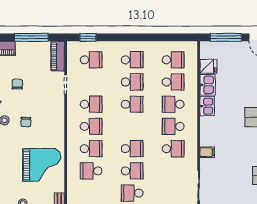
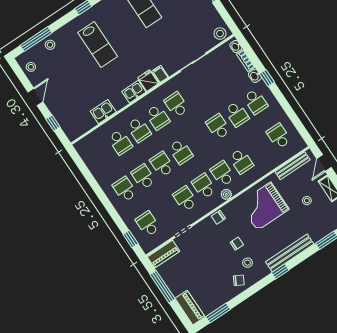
window: (226, 37) -> (53, 123), width x0.46
school desk: (173, 60) -> (102, 155), removed
fridge: (208, 66) -> (148, 81), moved
school desk: (173, 82) -> (120, 142), turned 180
chair: (17, 84) -> (218, 217), moved
kitchen sink: (207, 106) -> (134, 92), moved
plant: (72, 140) -> (226, 194), added
school desk: (132, 149) -> (181, 152), moved, turned 180
grand piano: (42, 165) -> (264, 206), turned -90

